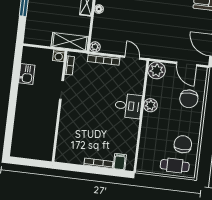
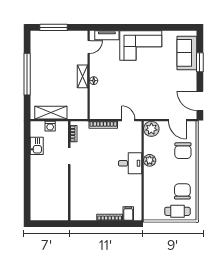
shelving: (70, 42) -> (51, 113), moved
plant: (95, 47) -> (94, 114), removed
washing machine: (59, 56) -> (50, 126), moved

